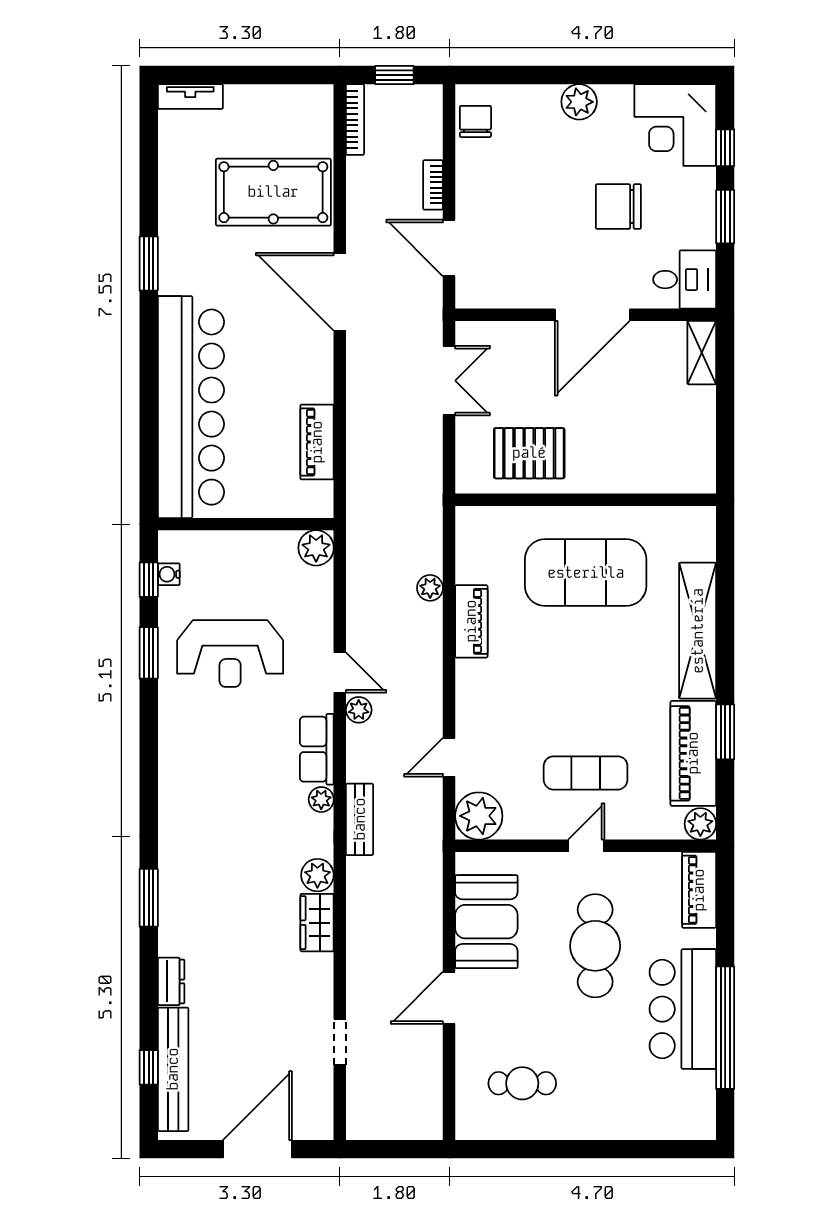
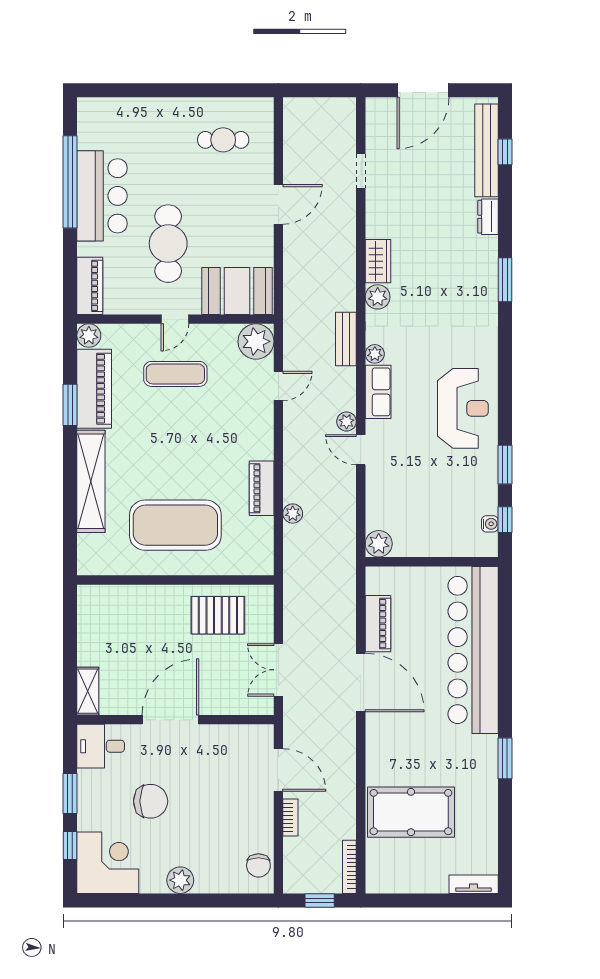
door: (340, 292) -> (361, 682), moved
reception desk: (230, 654) -> (463, 408), moved, turned 90
booth: (486, 922) -> (237, 291), moved, turned 90

